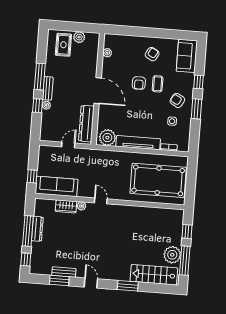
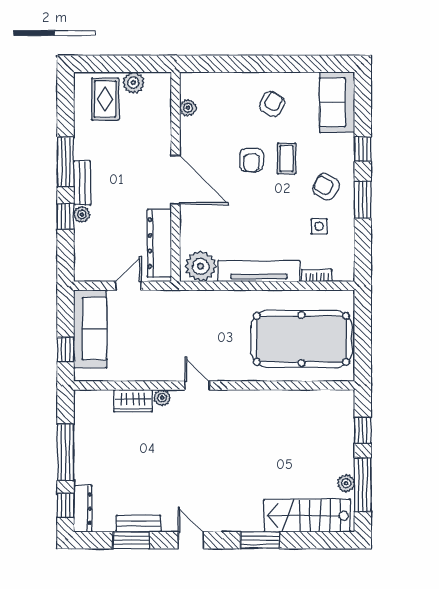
sofa: (57, 186) -> (90, 329), moved, turned 90
dresser: (37, 229) -> (83, 509), moved
plant: (172, 255) -> (346, 483), width x0.53, depth x0.53

